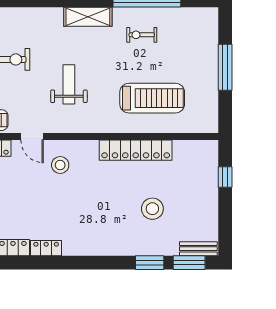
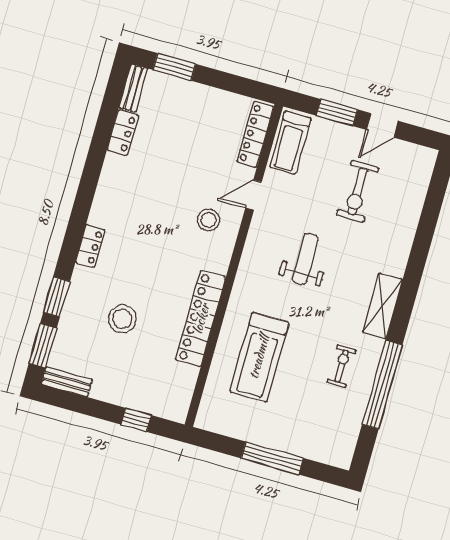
weight bench: (69, 84) -> (305, 259), turned -90
locker: (46, 248) -> (90, 246), moved
bench: (198, 249) -> (67, 382), moved, turned 90

